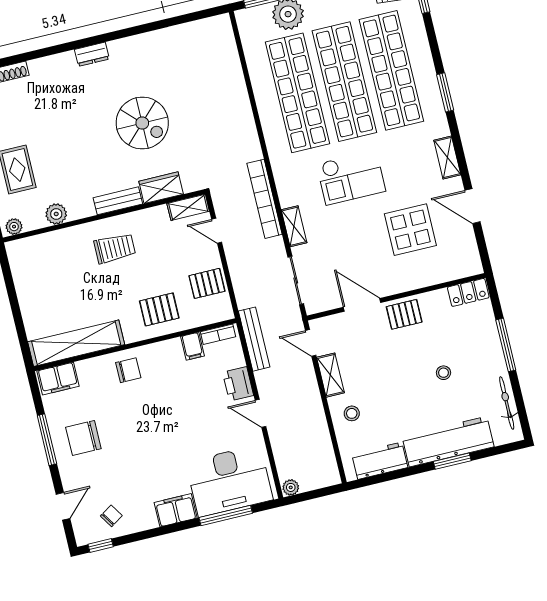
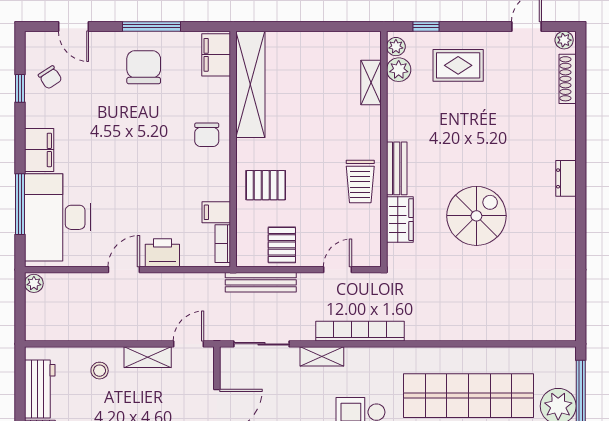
spiral stairs: (142, 123) -> (476, 216), turned 180
shelving: (188, 207) -> (371, 83), moved
plant: (56, 214) -> (399, 70), moved
trolley: (115, 248) -> (360, 181), moved
pallet: (159, 309) -> (266, 185), turned 90
bench: (254, 339) -> (261, 282), moved
window: (101, 546) -> (20, 88), moved

